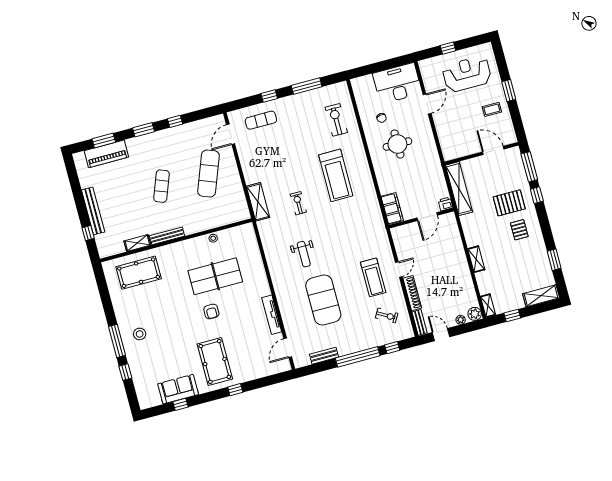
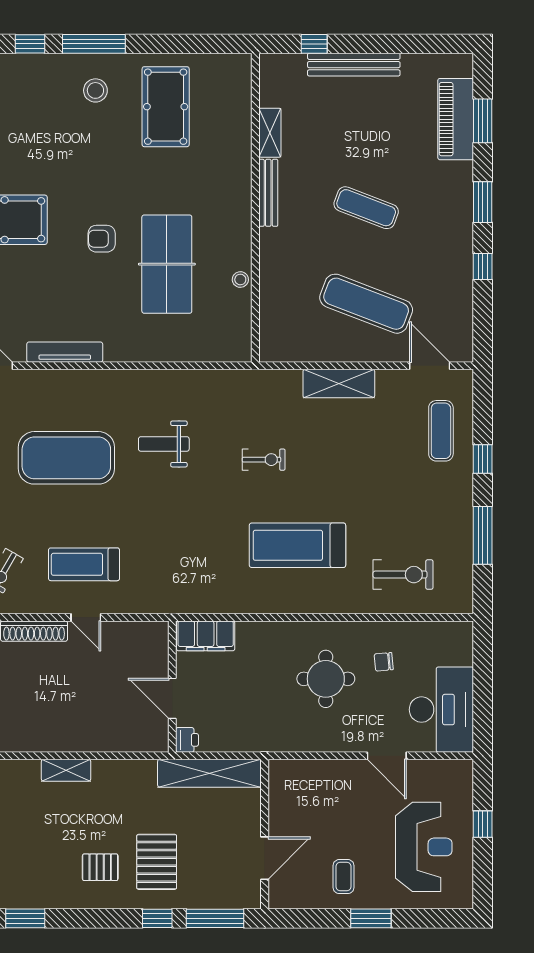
shelving: (258, 202) -> (339, 384), moved
pool table: (139, 273) -> (166, 107), moved

